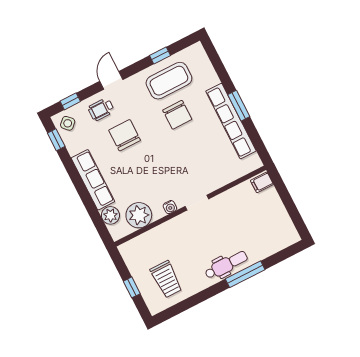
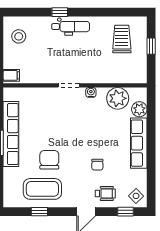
chair: (125, 135) -> (97, 165), width x0.54, depth x0.54
window: (56, 140) -> (151, 188), removed
stool: (275, 227) -> (19, 36), added
dental chair: (226, 265) -> (71, 27), turned 180
window: (245, 274) -> (60, 12), width x0.46

